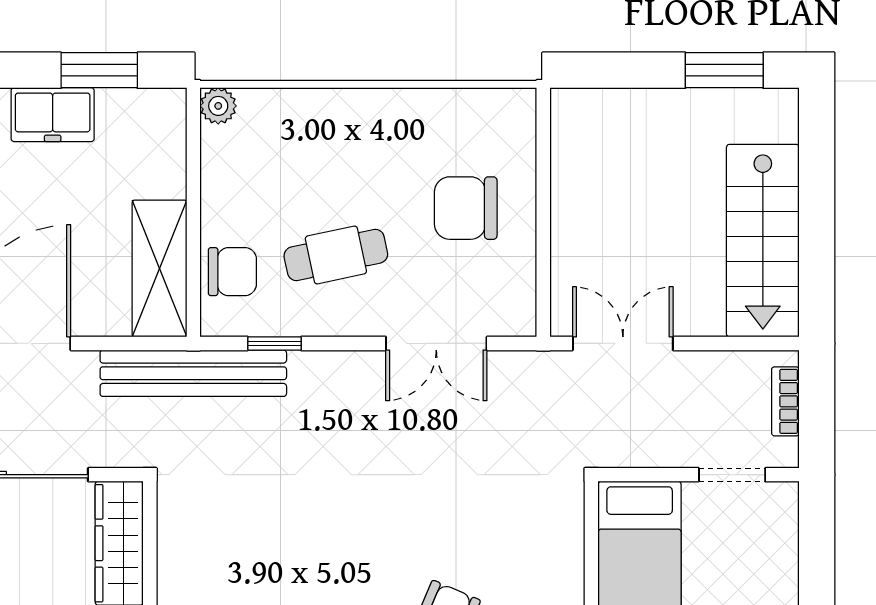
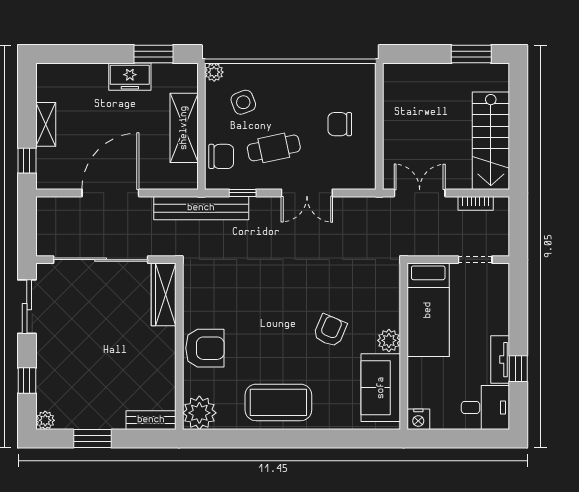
side table: (276, 165) -> (243, 102), added
chair: (466, 208) -> (340, 124), width x0.73, depth x0.73
shelving: (159, 268) -> (184, 128), moved
double door: (436, 343) -> (307, 193), moved
bookcase: (785, 401) -> (476, 203), moved, turned -90

